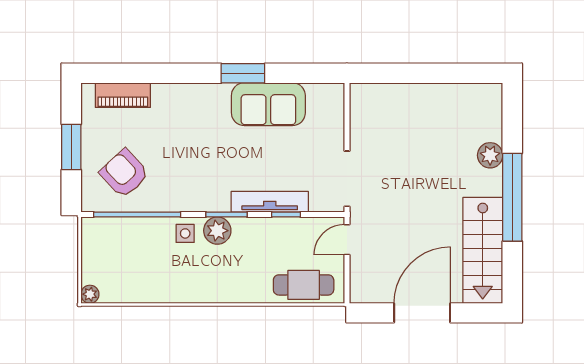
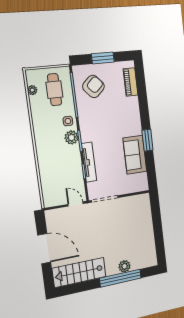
window: (512, 197) -> (120, 278), moved
cafe table: (304, 285) -> (54, 90), moved
plant: (90, 294) -> (32, 90), moved

